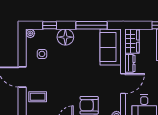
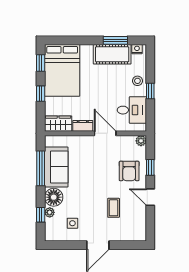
plant: (30, 33) -> (50, 212), moved
sofa: (111, 47) -> (56, 167), moved, turned -90
coffee table: (38, 97) -> (114, 208), moved

